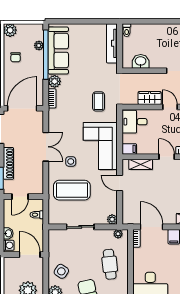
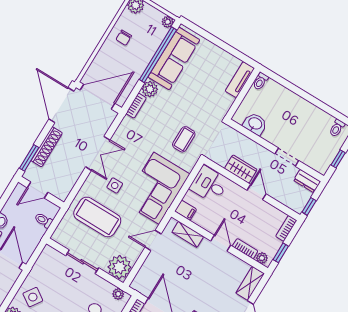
tv unit: (112, 43) -> (240, 80), width x0.71
plant: (39, 45) -> (168, 22), moved
door: (120, 183) -> (153, 241), hinge flipped
plant: (112, 219) -> (119, 267), width x1.88, depth x1.88

